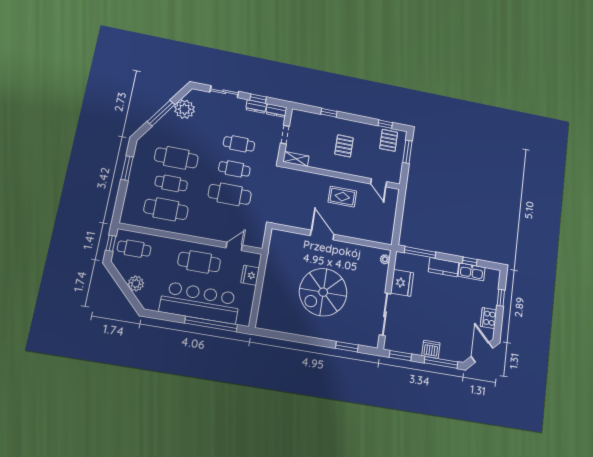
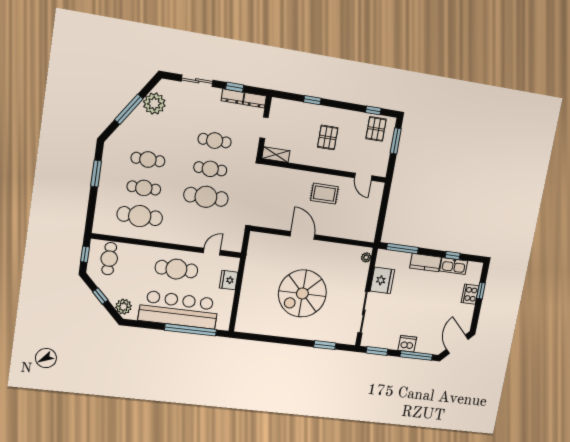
cafe table: (176, 158) -> (148, 160), width x0.73, depth x0.74
cafe table: (134, 249) -> (109, 259), turned 90
plant: (136, 284) -> (124, 307), moved
window: (123, 285) -> (100, 296), added
cooker: (489, 318) -> (470, 294), moved

